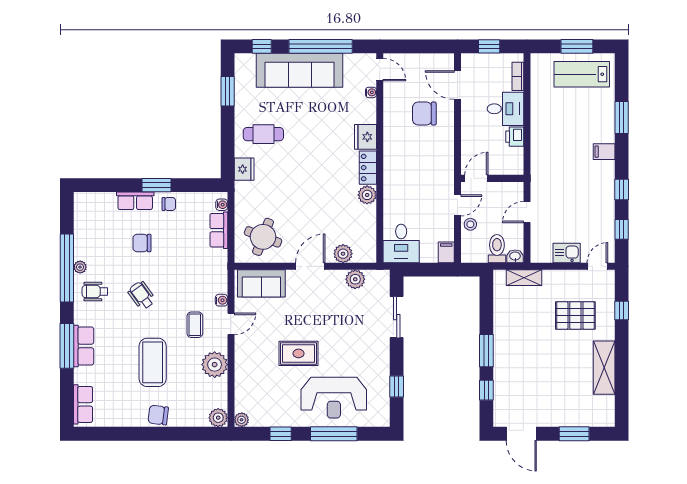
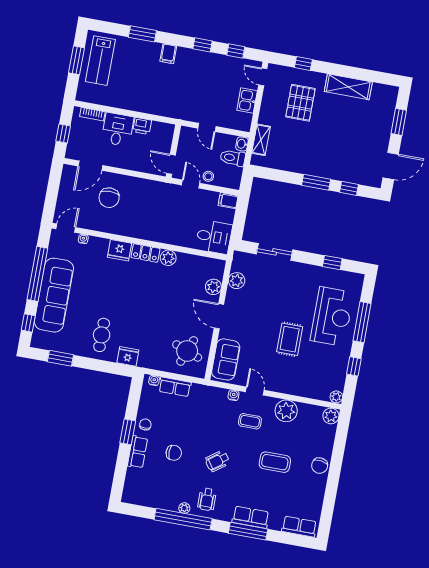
chair: (142, 243) -> (174, 453), turned -90
coffee table: (153, 362) -> (275, 462), width x0.73, depth x0.76

